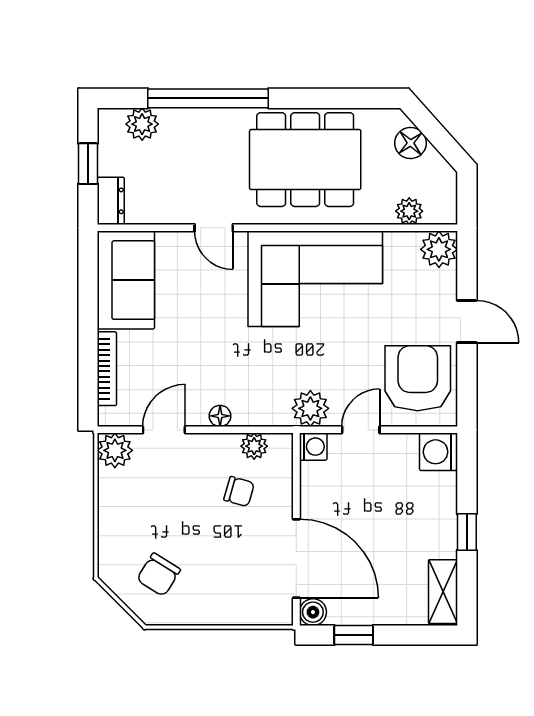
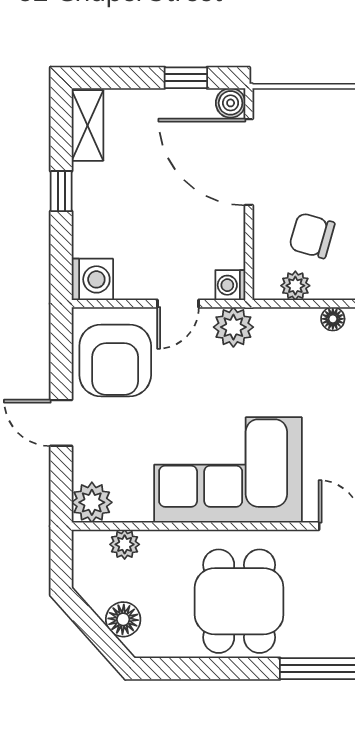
dining table: (305, 160) -> (239, 601), width x0.73
chair: (239, 492) -> (312, 236), width x1.37, depth x1.37

